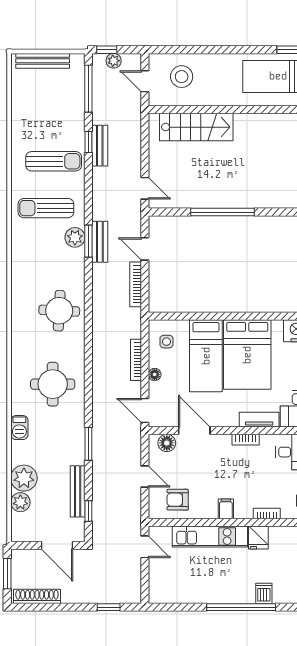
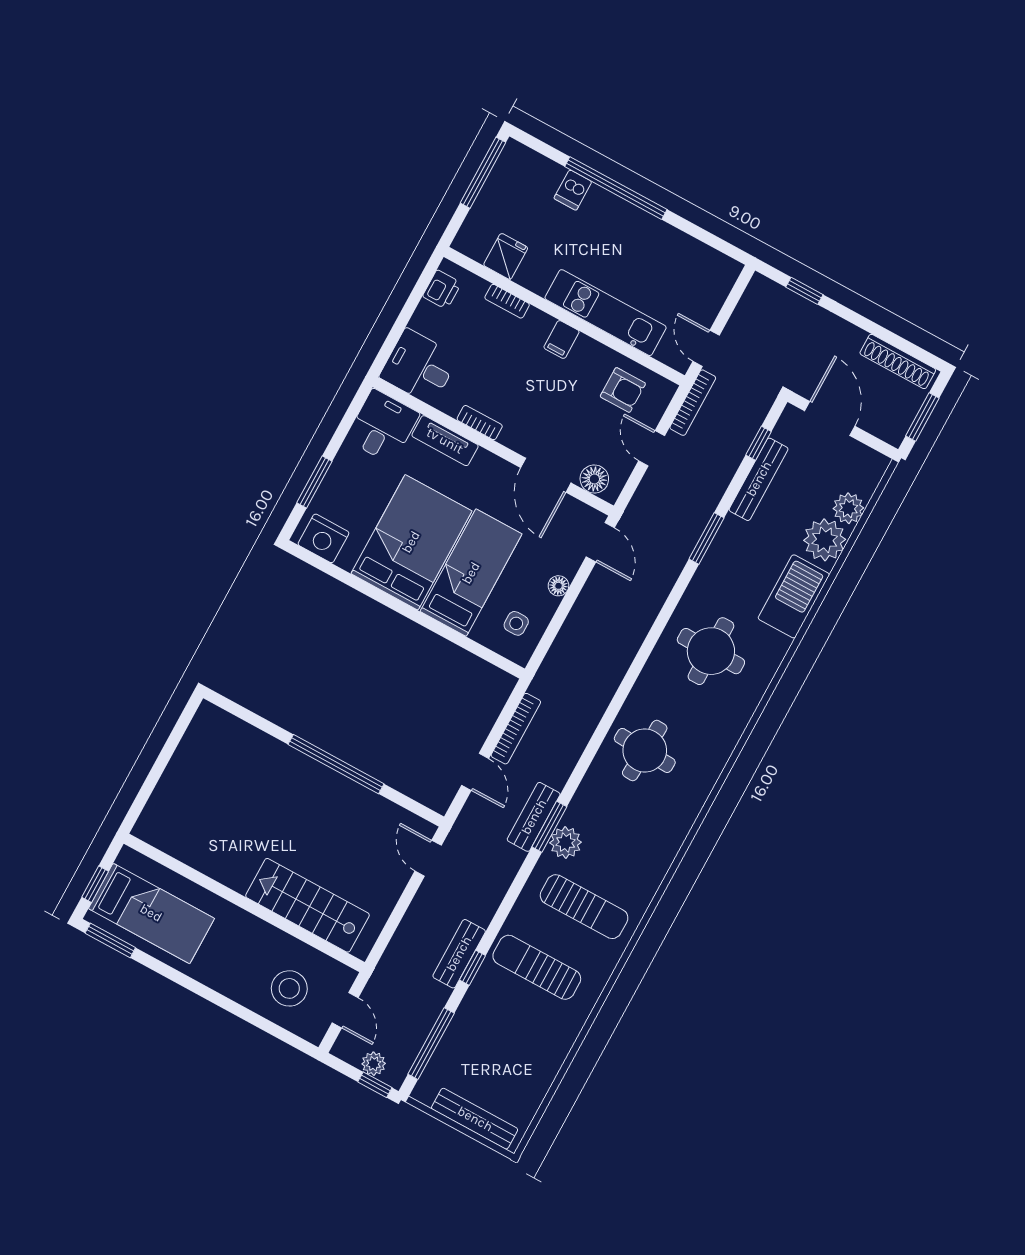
bookcase: (136, 360) -> (693, 403), moved
barbecue: (19, 428) -> (794, 596), width x1.88, depth x1.53
fridge: (258, 537) -> (506, 256), moved

